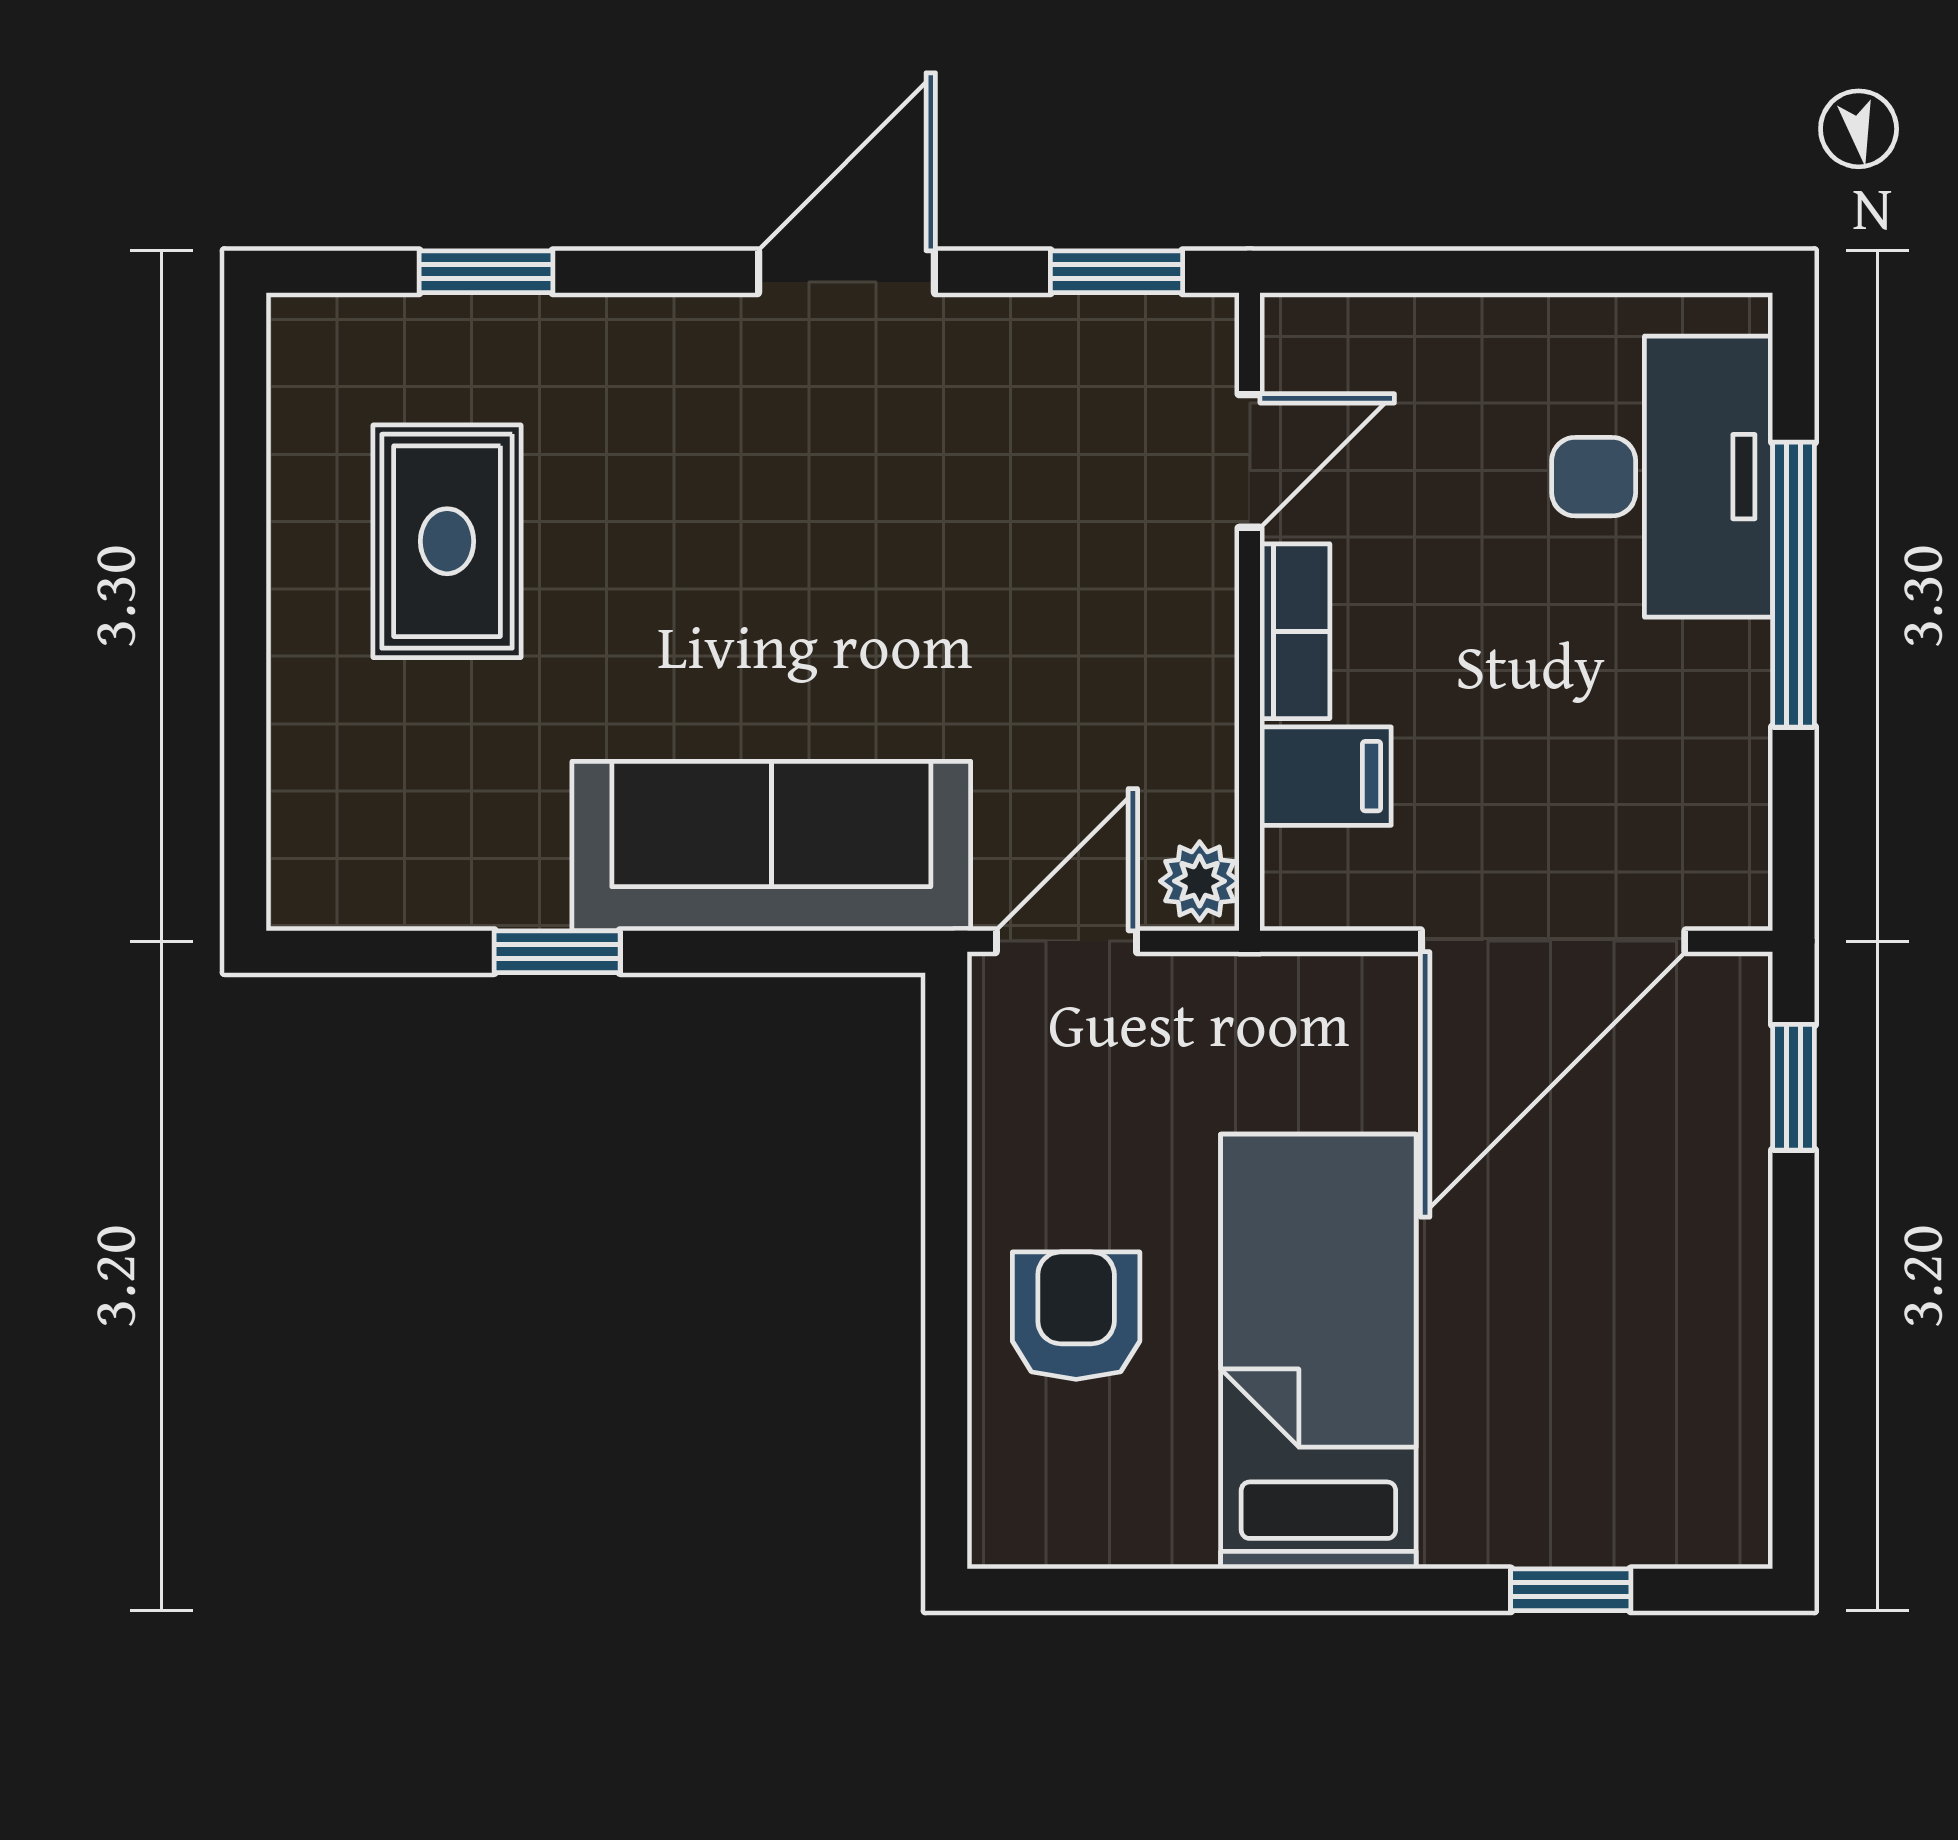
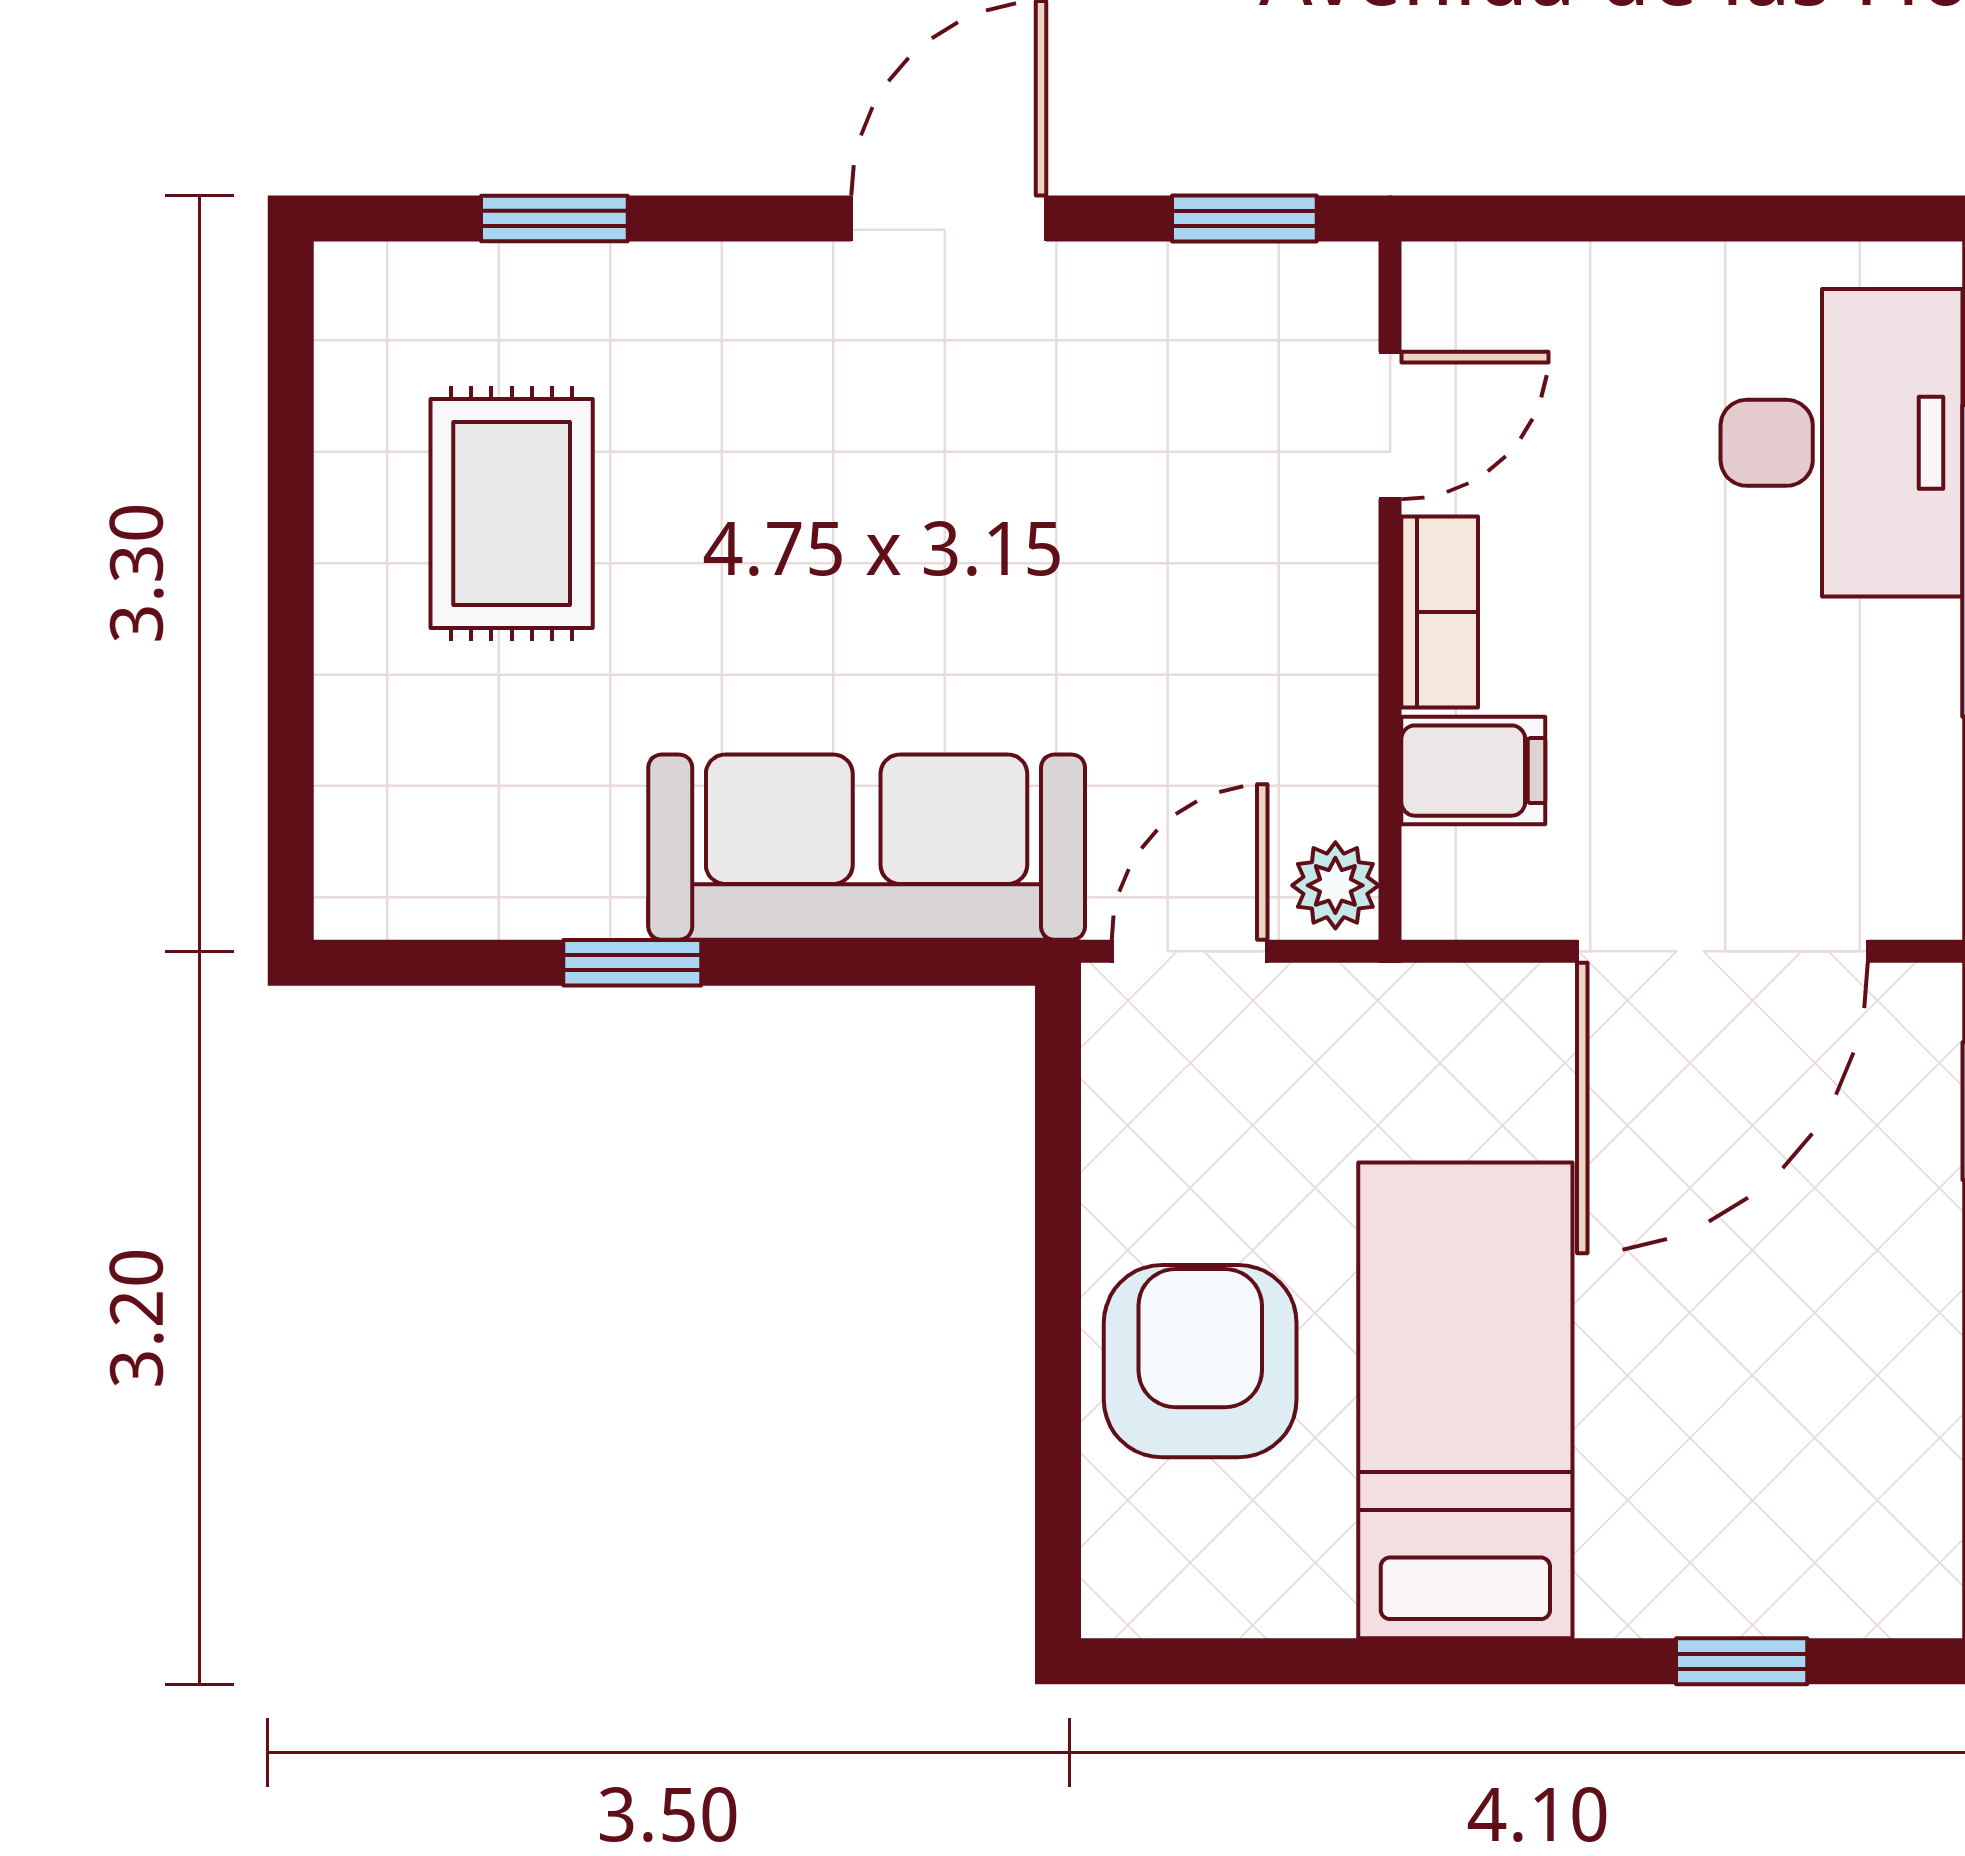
armchair: (1076, 1316) -> (1200, 1361), width x1.38, depth x1.38

